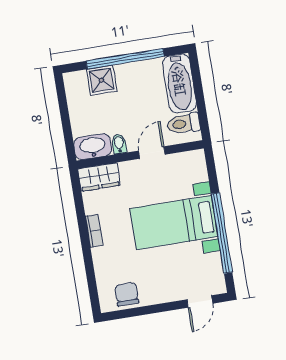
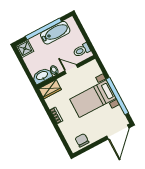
shower: (101, 80) -> (25, 49), moved
bathtub: (179, 83) -> (55, 33), moved, turned -90
door: (152, 153) -> (71, 69), hinge flipped
door: (200, 301) -> (118, 132), width x1.88

